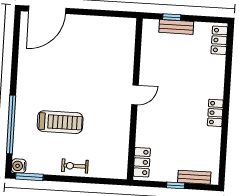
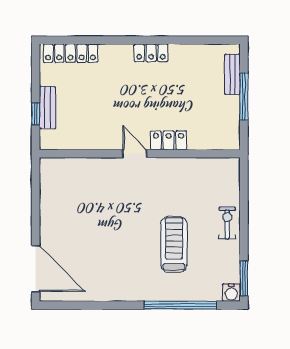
locker: (219, 40) -> (70, 53), width x1.53
locker: (142, 162) -> (169, 140), moved
exercise bike: (75, 166) -> (227, 223), turned 180
window: (176, 185) -> (244, 97), width x2.17

